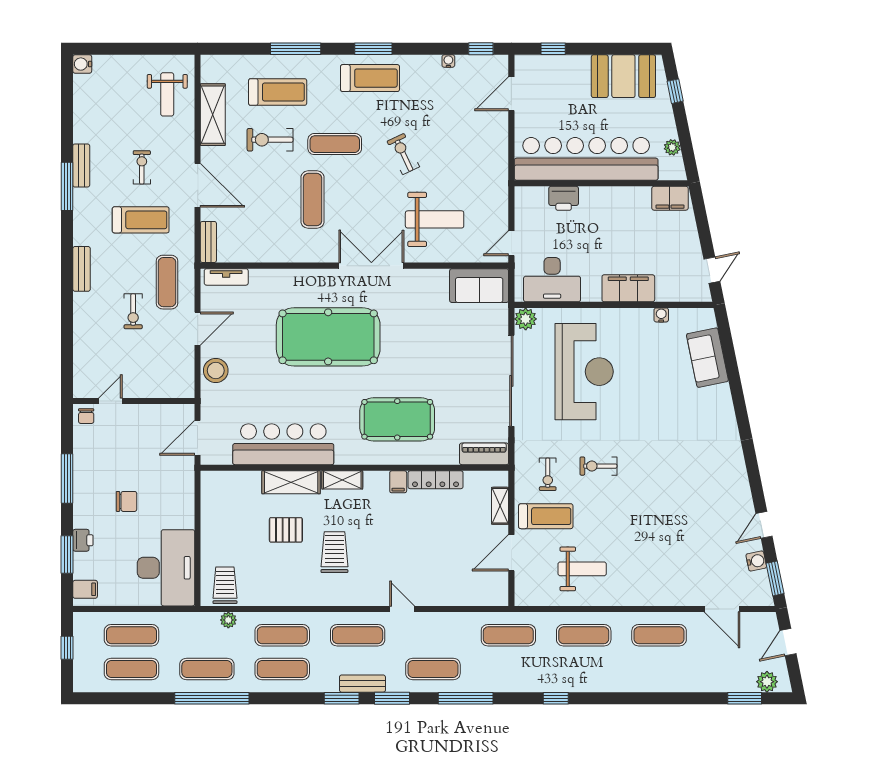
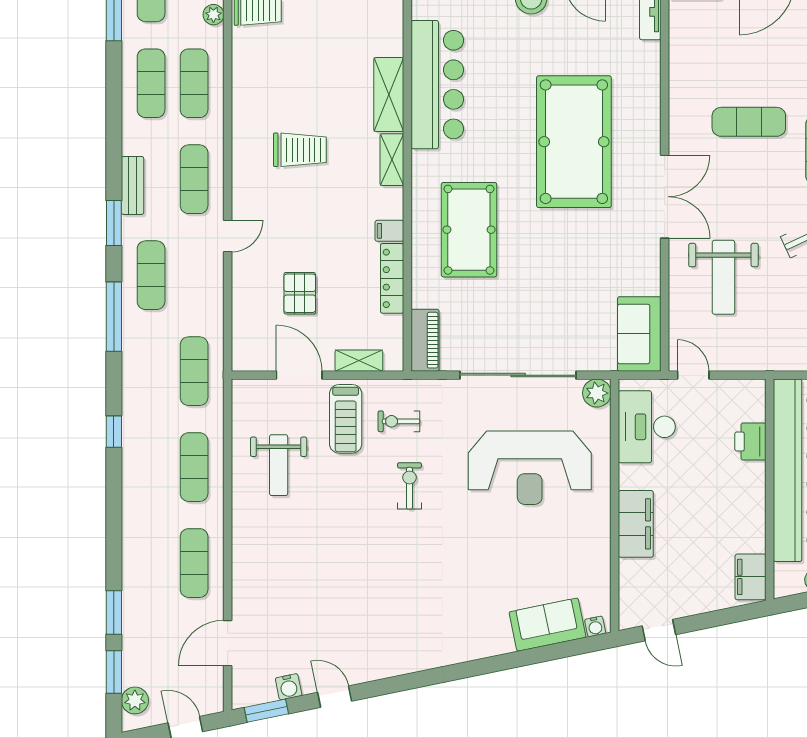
water cooler: (661, 315) -> (595, 626), moved, turned 78
pallet: (286, 530) -> (300, 293), moved
window: (342, 698) -> (114, 612), moved

